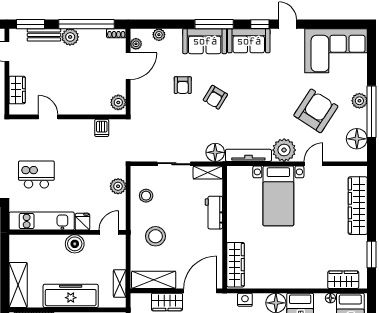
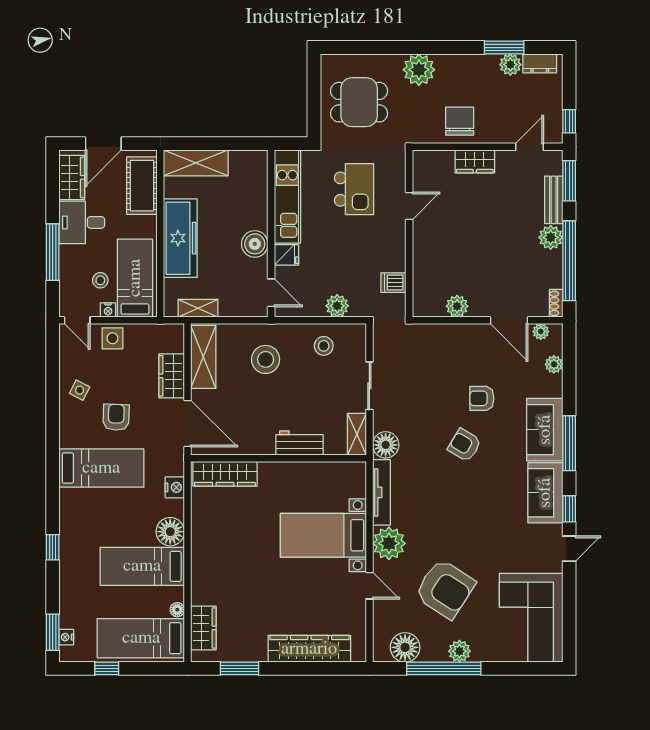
door: (48, 117) -> (409, 206), moved
wall: (67, 117) -> (409, 234), moved
dishwasher: (102, 128) -> (393, 283), moved

